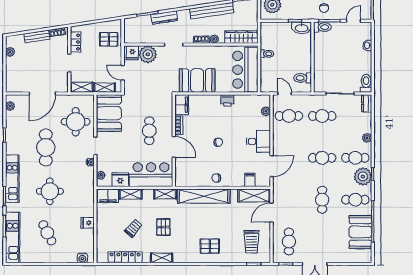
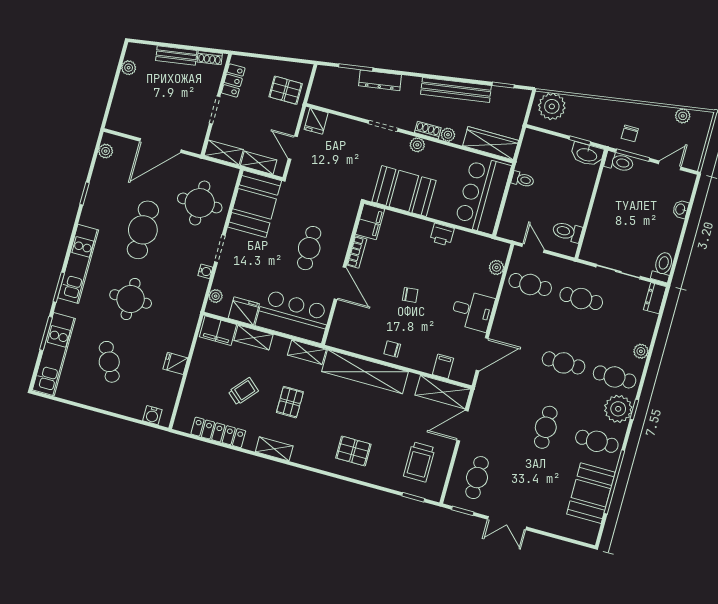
plant: (148, 54) -> (417, 145), moved, width x0.53, depth x0.53

